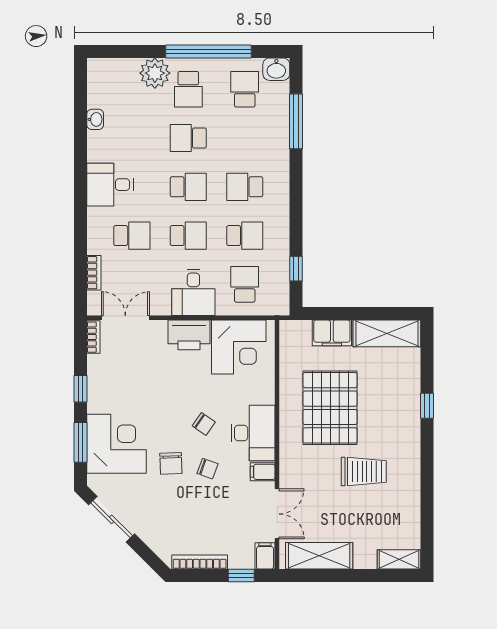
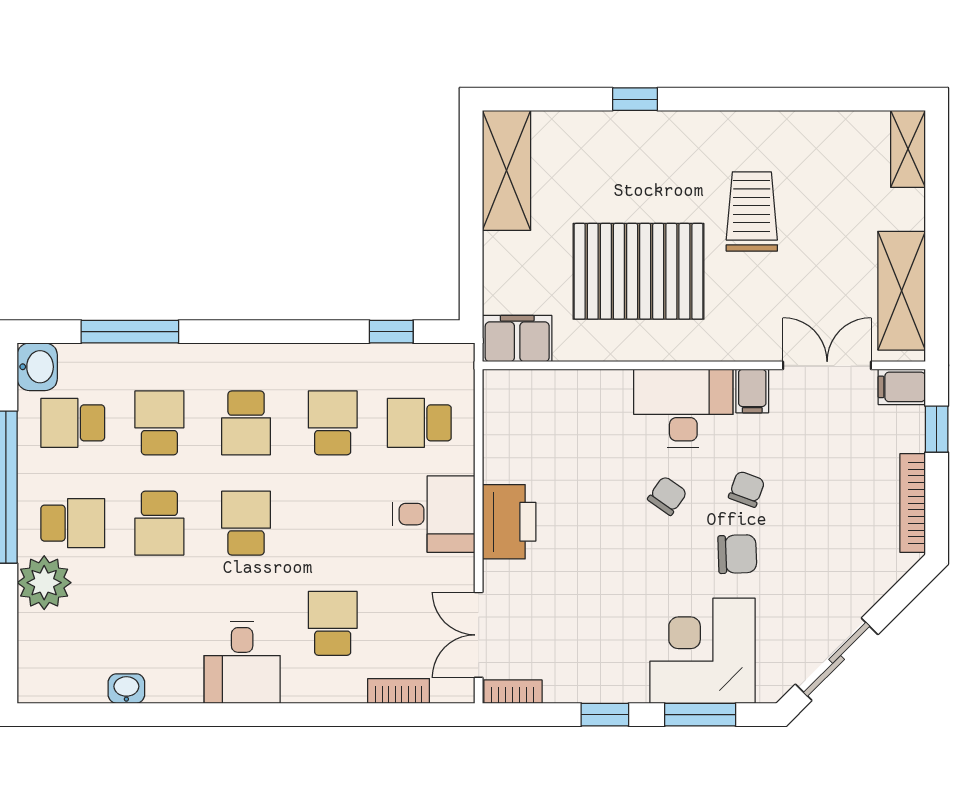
school desk: (188, 236) -> (159, 423), moved
filing cabinet: (332, 333) -> (517, 339), moved, turned -90
corner desk: (239, 347) -> (531, 433), removed

